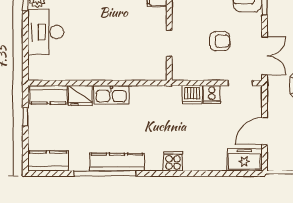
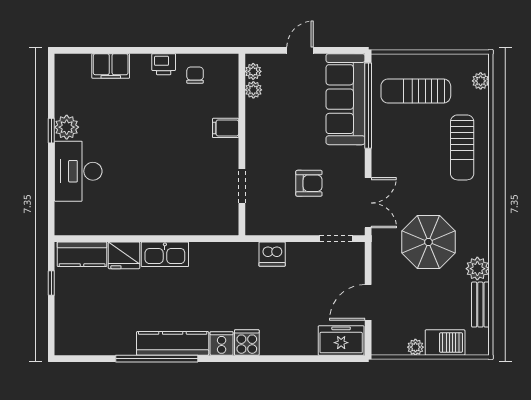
cooker: (212, 94) -> (222, 343), moved, turned 180
kitchen counter: (48, 161) -> (81, 342), removed

